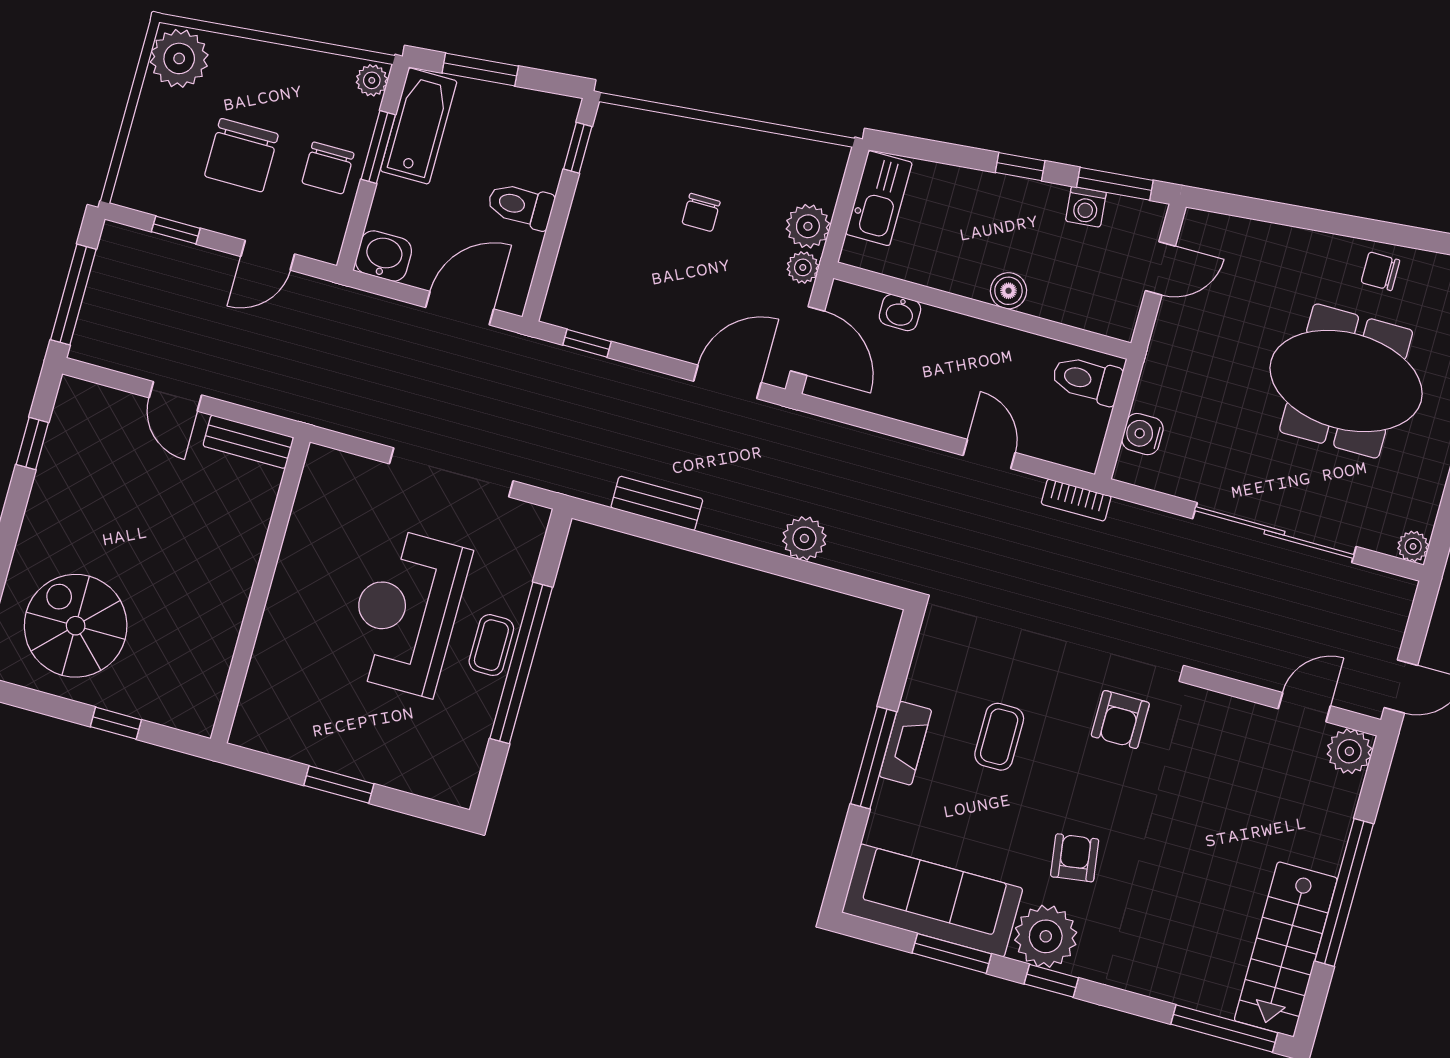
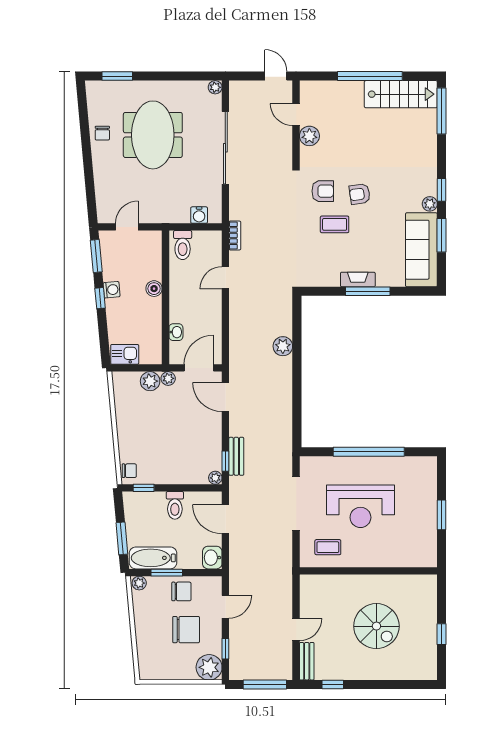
plant: (179, 58) -> (209, 667), moved
kitchen sink: (879, 198) -> (125, 354), width x0.73
washing machine: (1086, 207) -> (112, 290), moved
chair: (701, 212) -> (129, 471), moved
door: (268, 255) -> (225, 607), hinge flipped
door: (1160, 268) -> (127, 227), hinge flipped
plant: (557, 311) -> (215, 478), added
bench: (248, 442) -> (307, 661), moved
bench: (657, 503) -> (236, 456), moved
spiral stairs: (76, 626) -> (376, 626), moved, turned -90
coffee table: (491, 645) -> (328, 547), moved
window: (116, 723) -> (442, 634), moved
coffee table: (999, 737) -> (335, 224), moved
plant: (1349, 751) -> (309, 136), moved
armchair: (1075, 858) -> (360, 194), moved
plant: (1046, 936) -> (430, 204), width x0.53, depth x0.53

